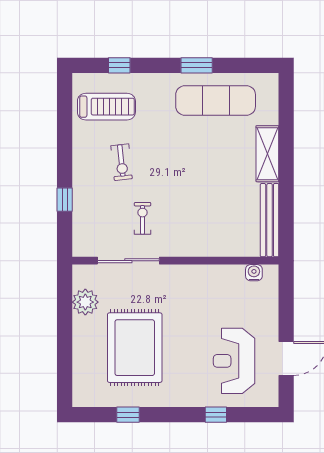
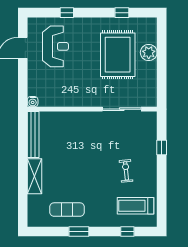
exercise mat: (216, 100) -> (67, 210), width x0.73, depth x0.69
exercise bike: (143, 218) -> (113, 136), removed
water cooler: (254, 273) -> (33, 102), moved
plant: (85, 302) -> (149, 53), moved

